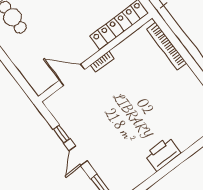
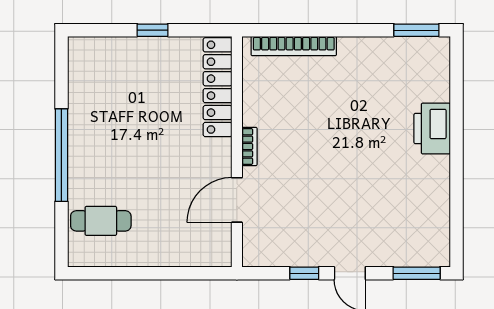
printer: (163, 154) -> (432, 129), moved

